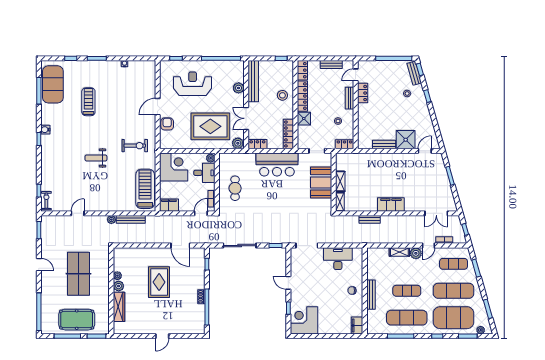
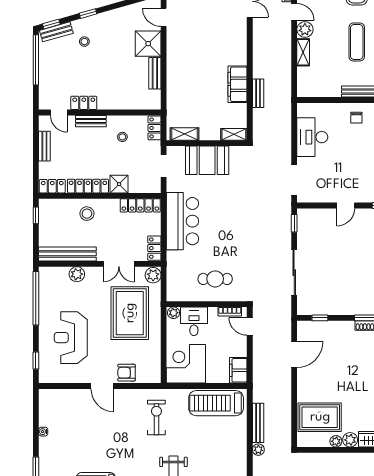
shelving: (340, 181) -> (184, 134), moved
filing cabinet: (391, 204) -> (238, 84), moved
rug: (159, 282) -> (320, 417), moved

